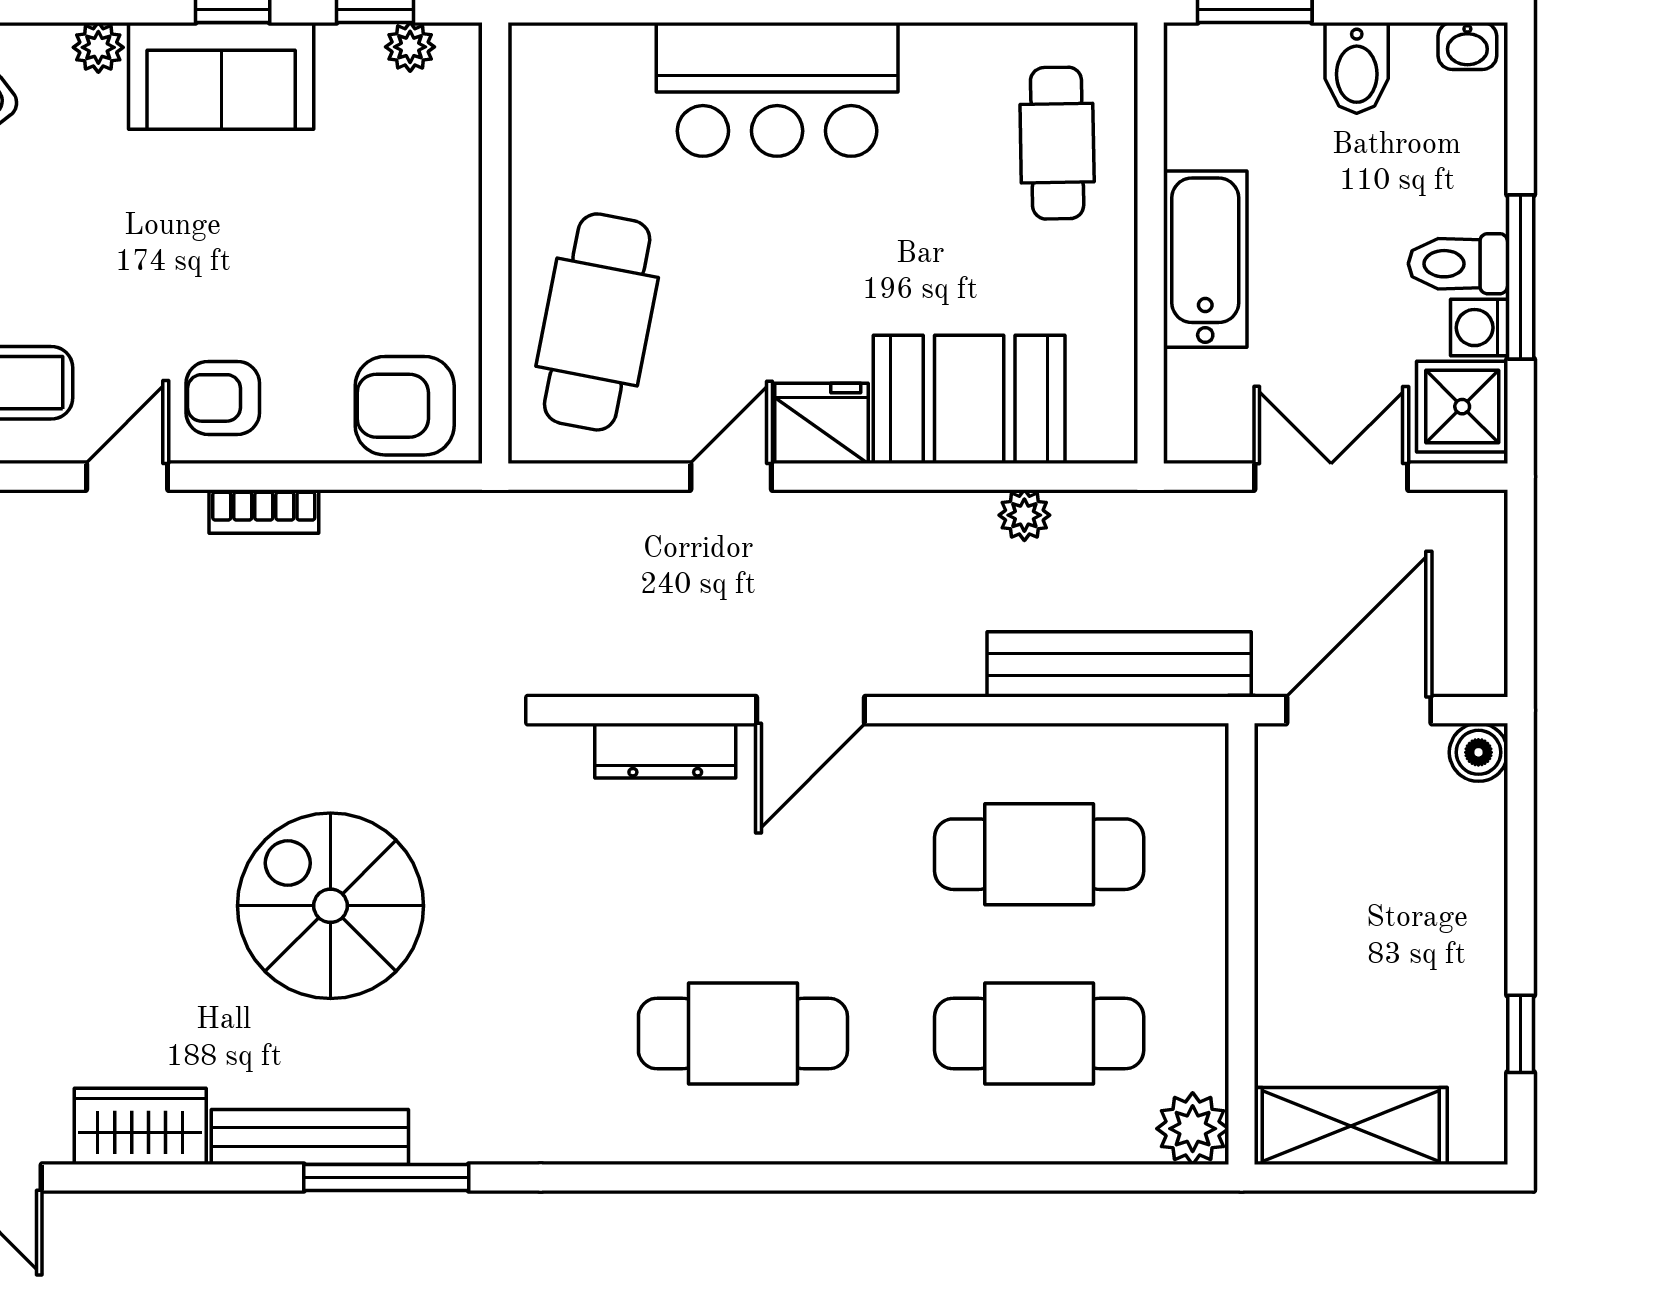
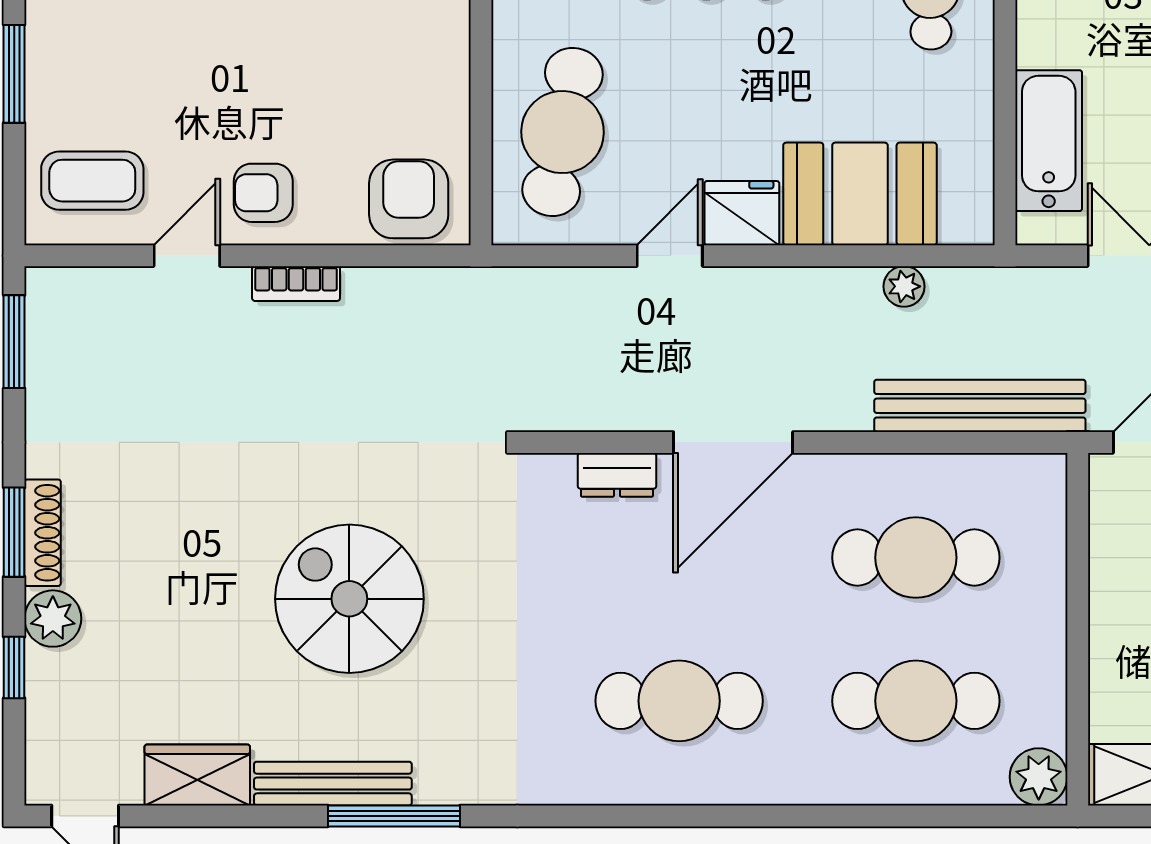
bathtub: (1205, 259) -> (1049, 141), moved
armchair: (405, 406) -> (409, 199), turned 90
door: (810, 710) -> (733, 442), width x1.36
dresser: (665, 751) -> (617, 475), width x0.70

